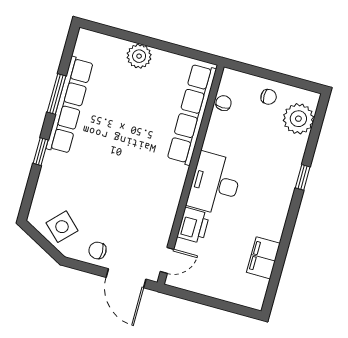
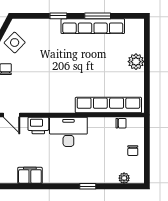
plant: (298, 119) -> (124, 178), width x0.53, depth x0.53

